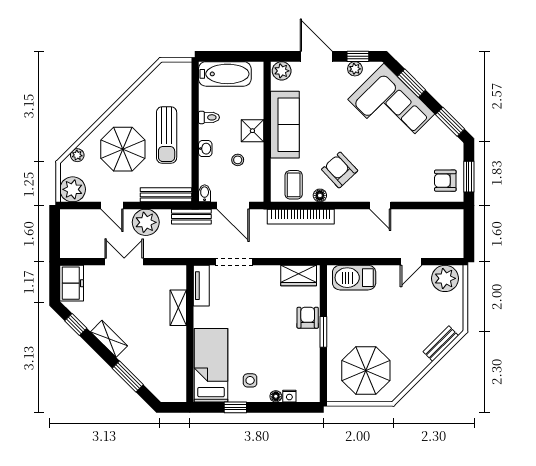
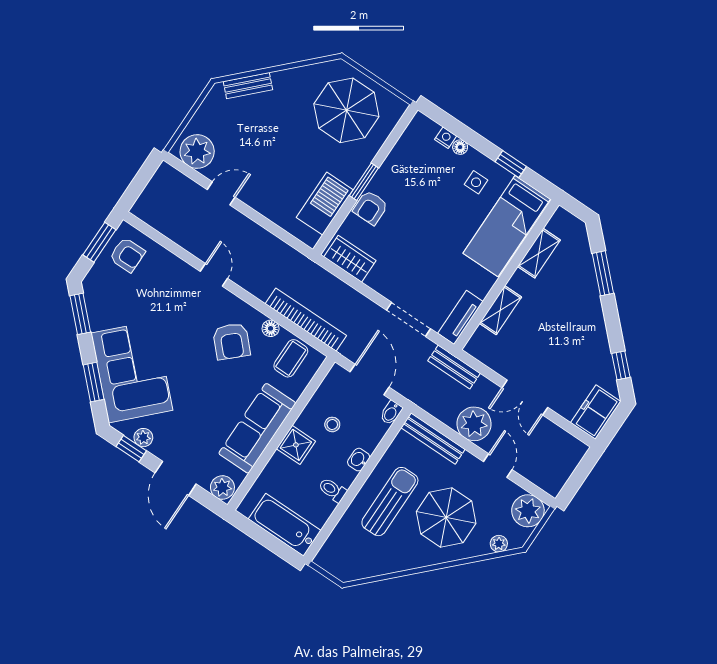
bench: (191, 217) -> (454, 367), moved
barbecue: (354, 278) -> (325, 204), moved, turned -90
shelving: (109, 339) -> (539, 253), moved, turned 45

